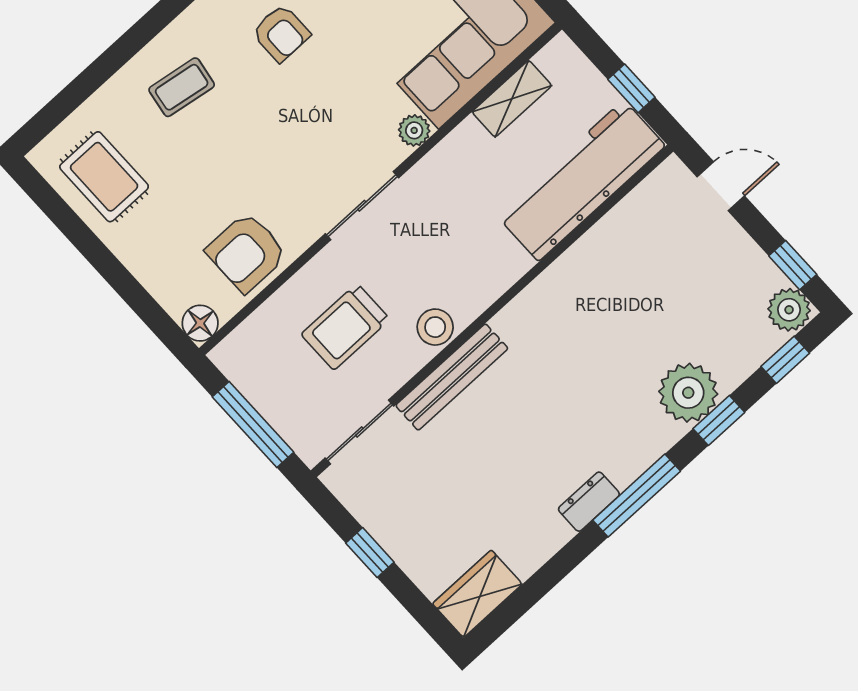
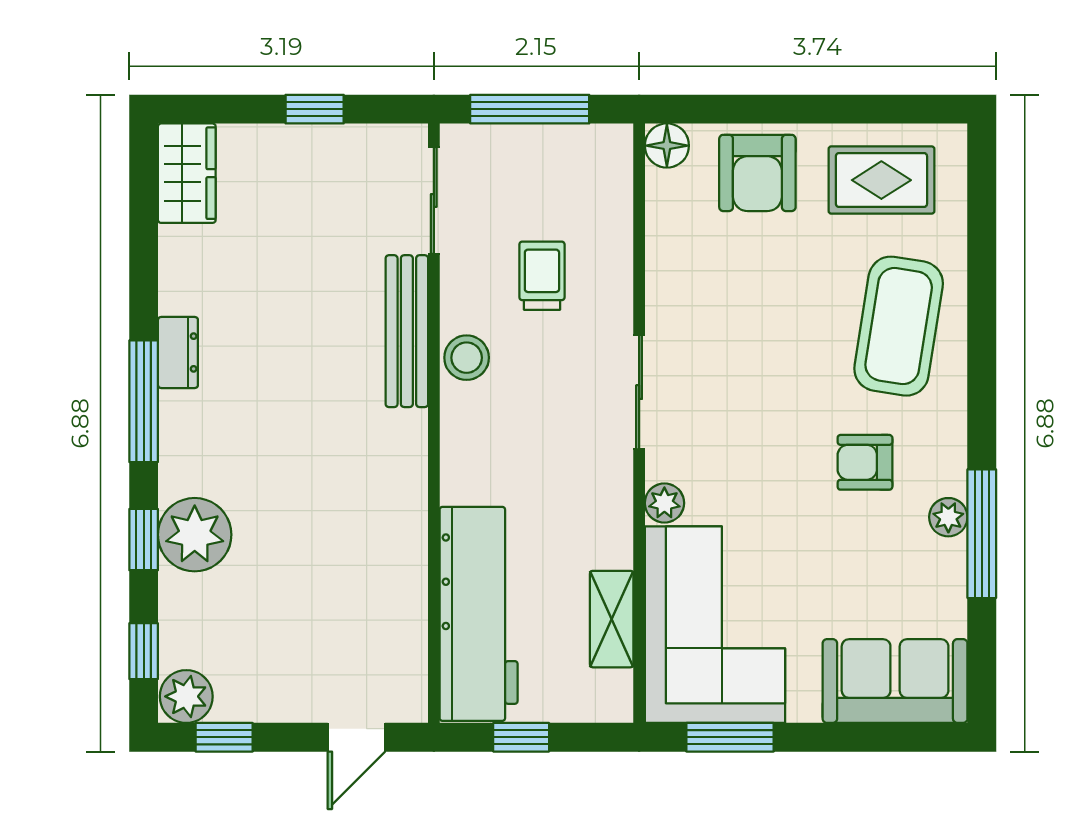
coffee table: (182, 87) -> (899, 326), width x1.86, depth x1.72
armchair: (247, 252) -> (757, 173), moved, turned 180
trolley: (345, 327) -> (542, 276), width x0.73, depth x0.72

